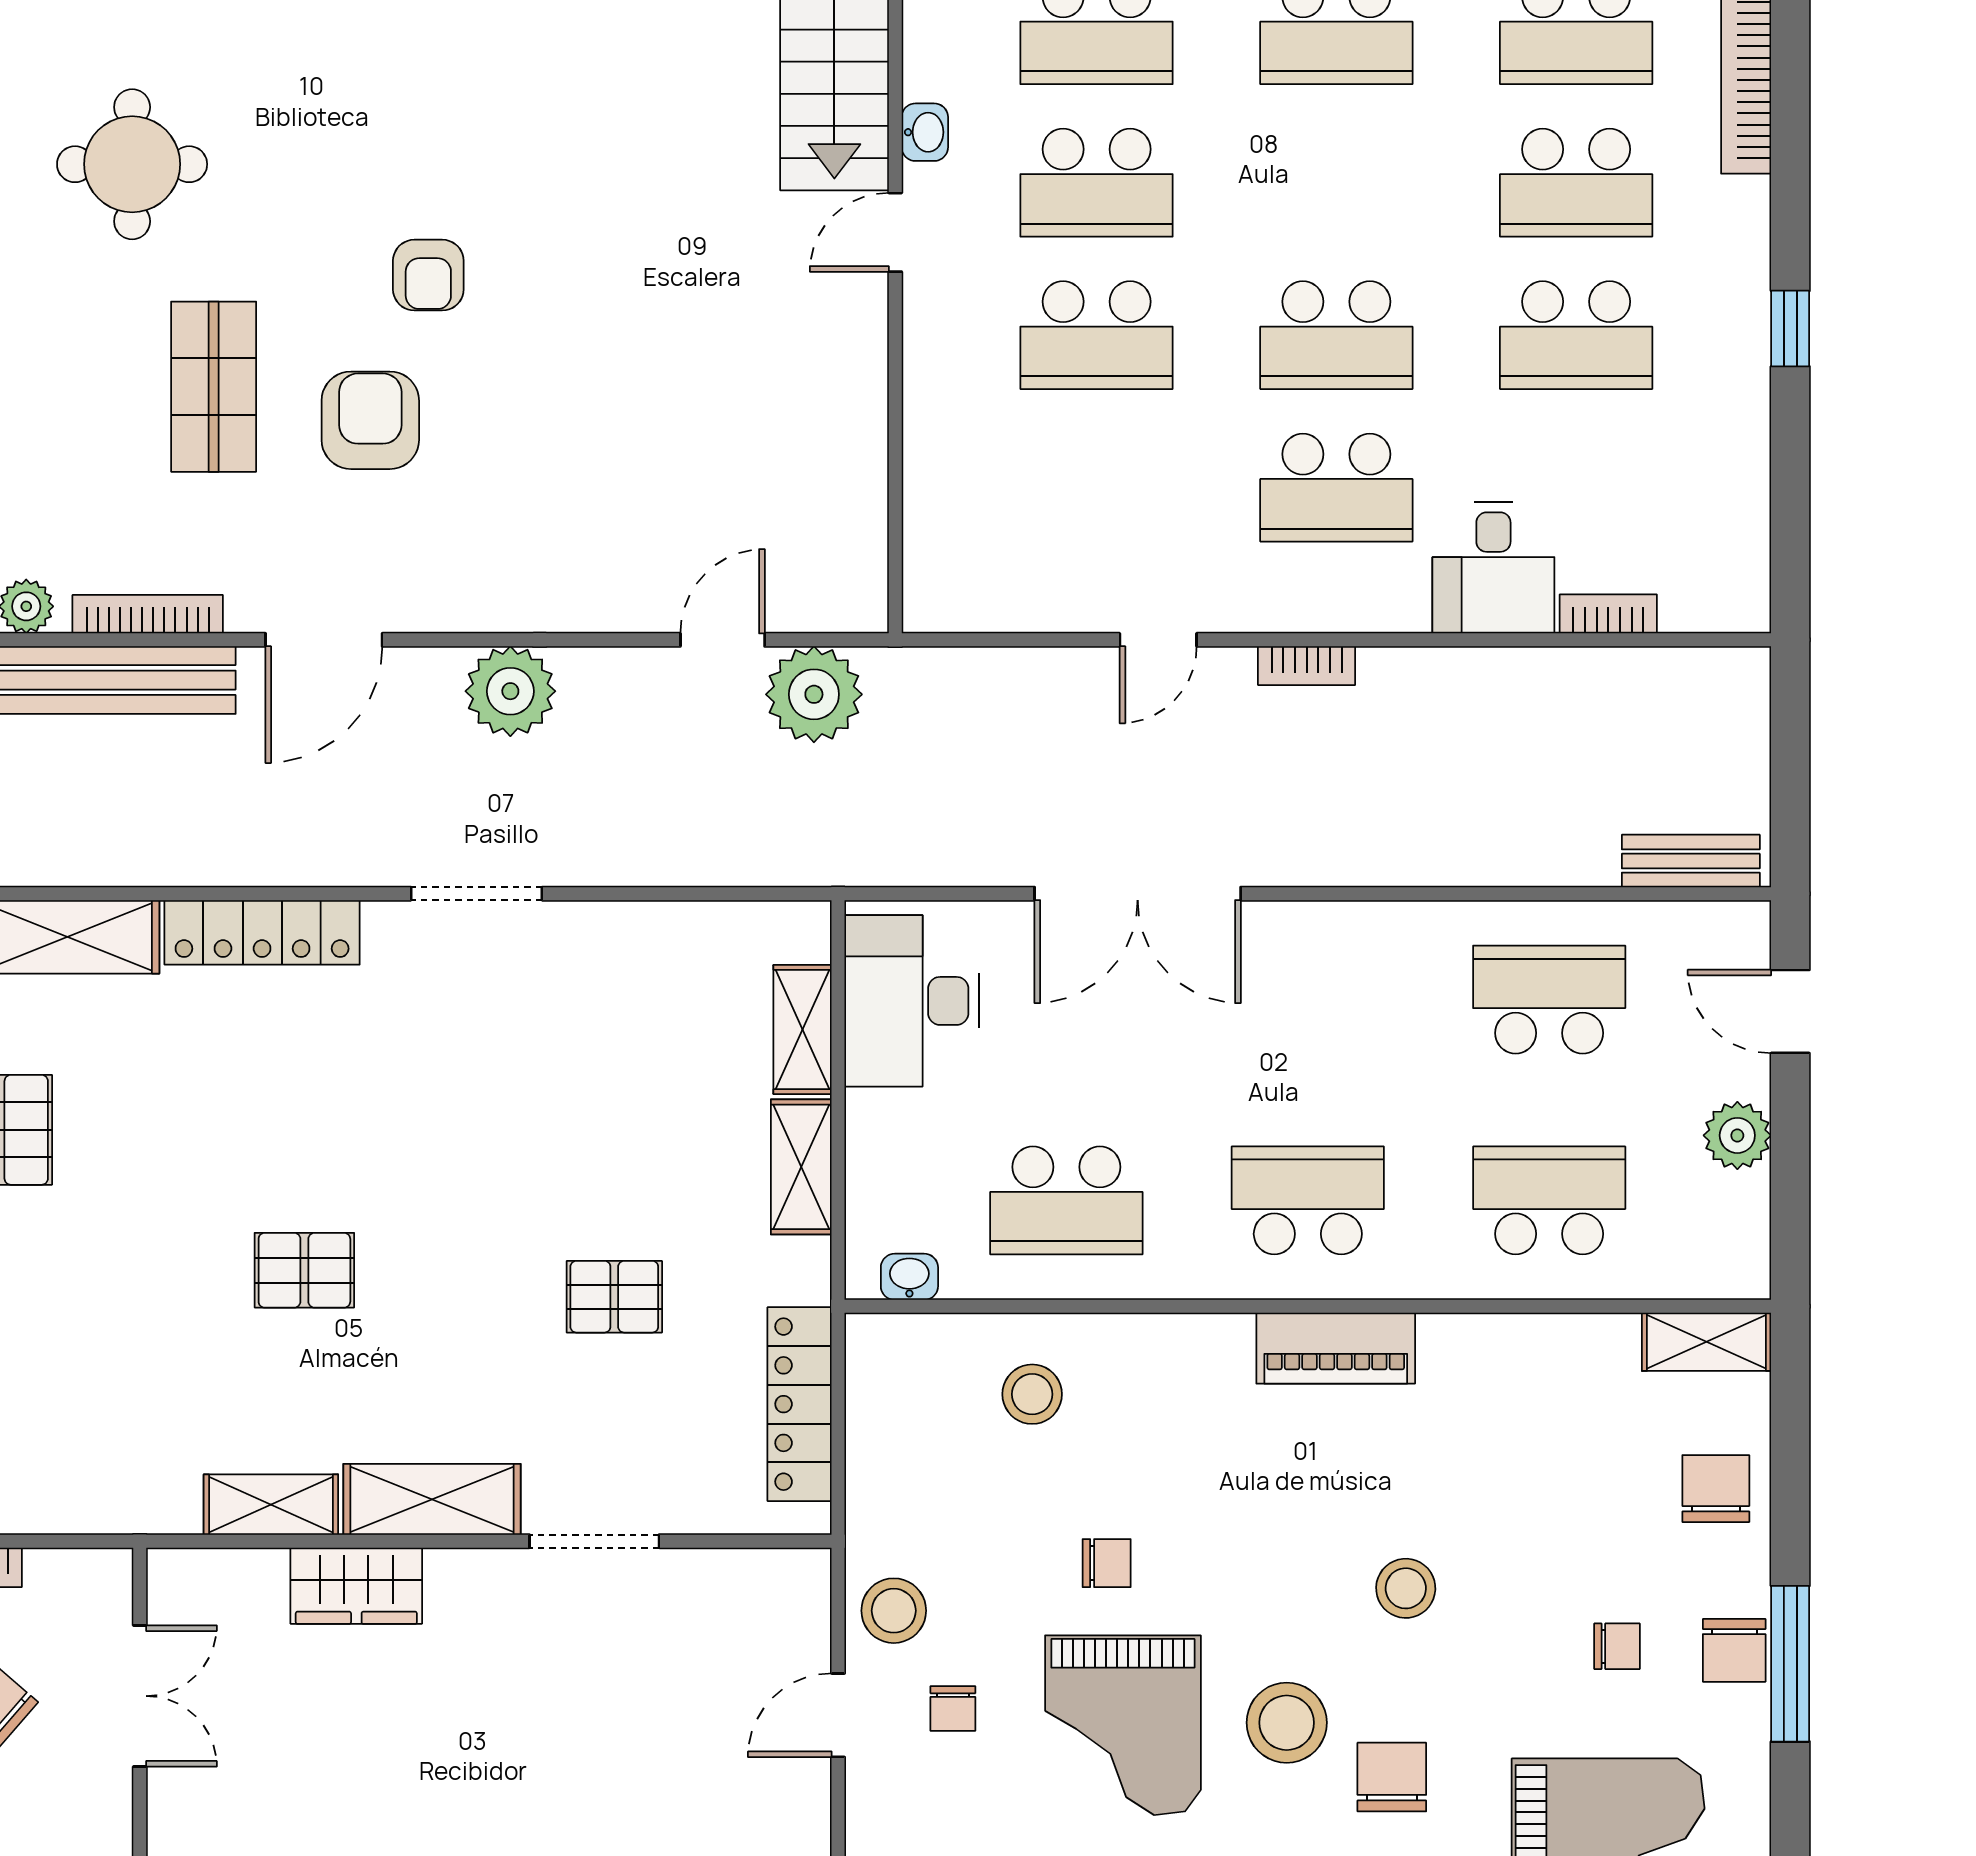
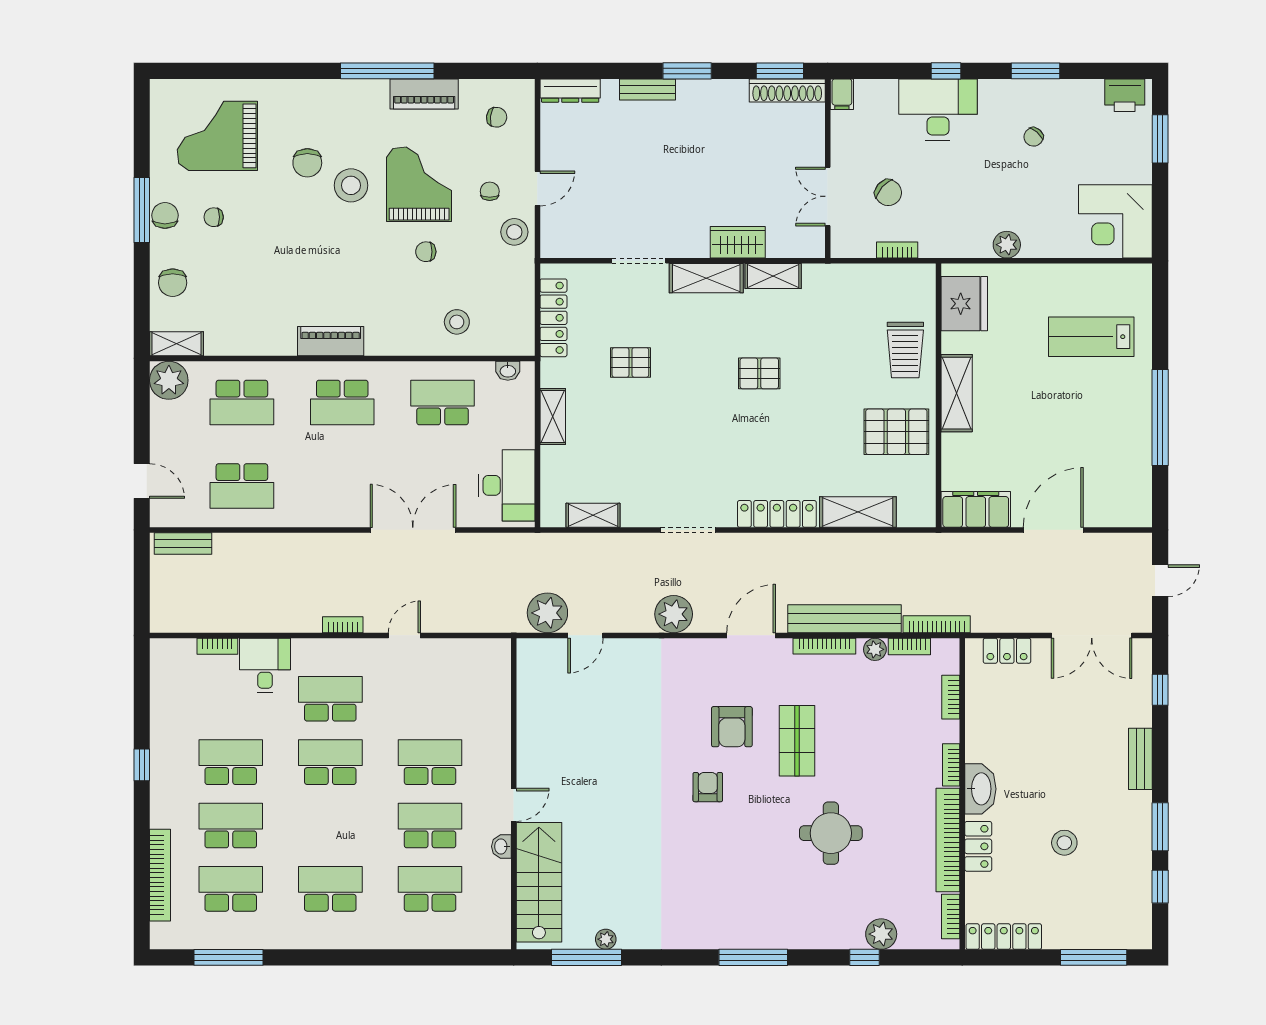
shelving: (803, 1029) -> (593, 515), moved, turned 90
plant: (1737, 1135) -> (169, 380), moved, width x1.36, depth x1.36
stool: (1406, 1588) -> (302, 241), removed

